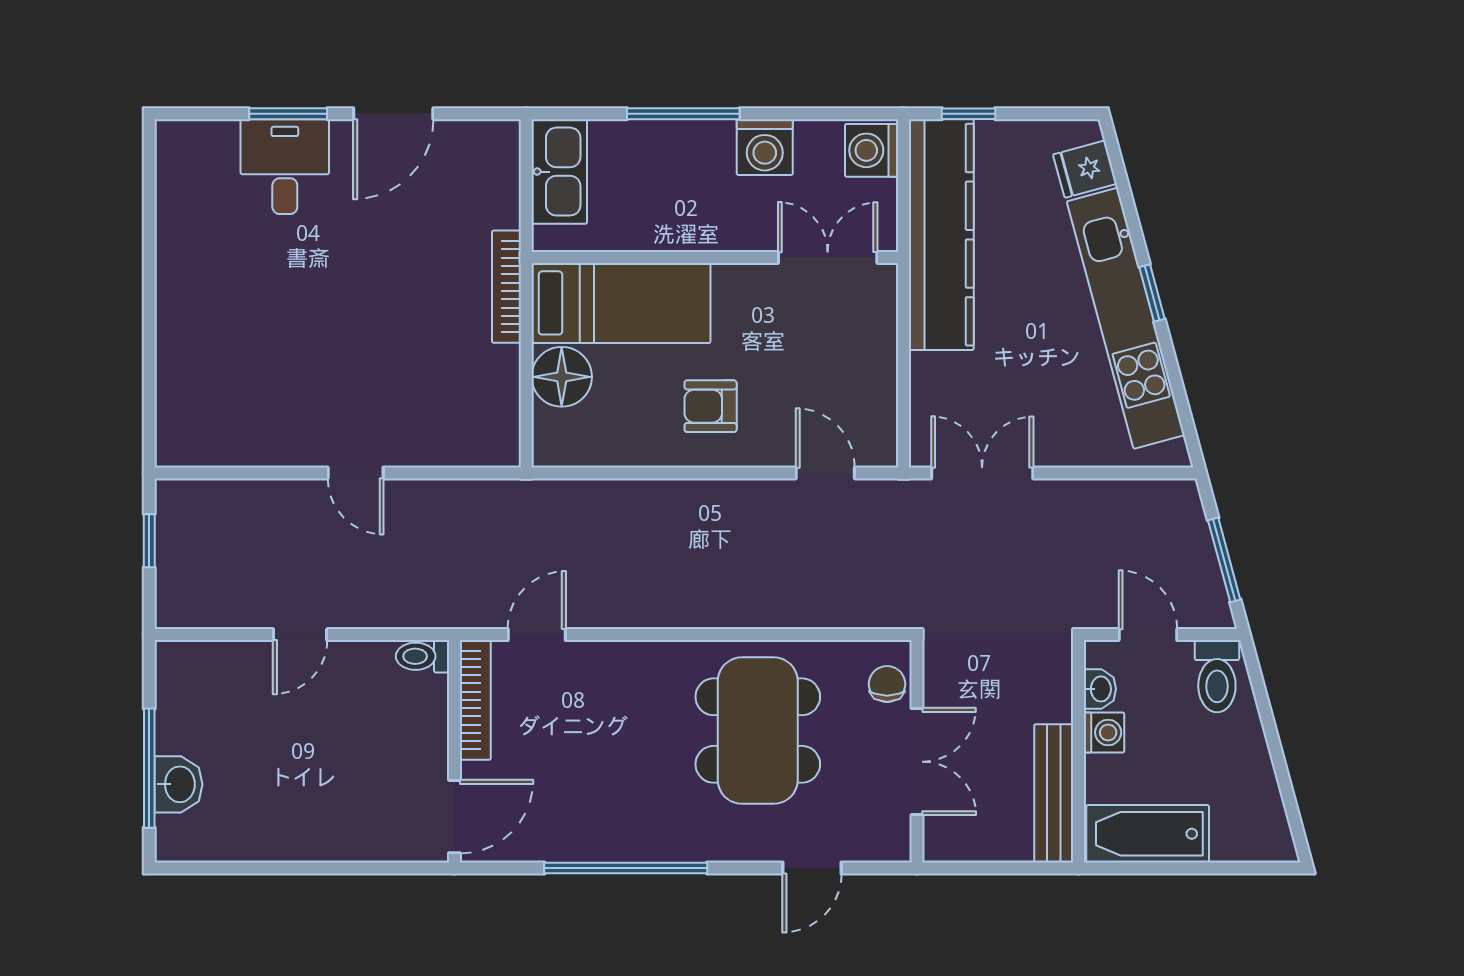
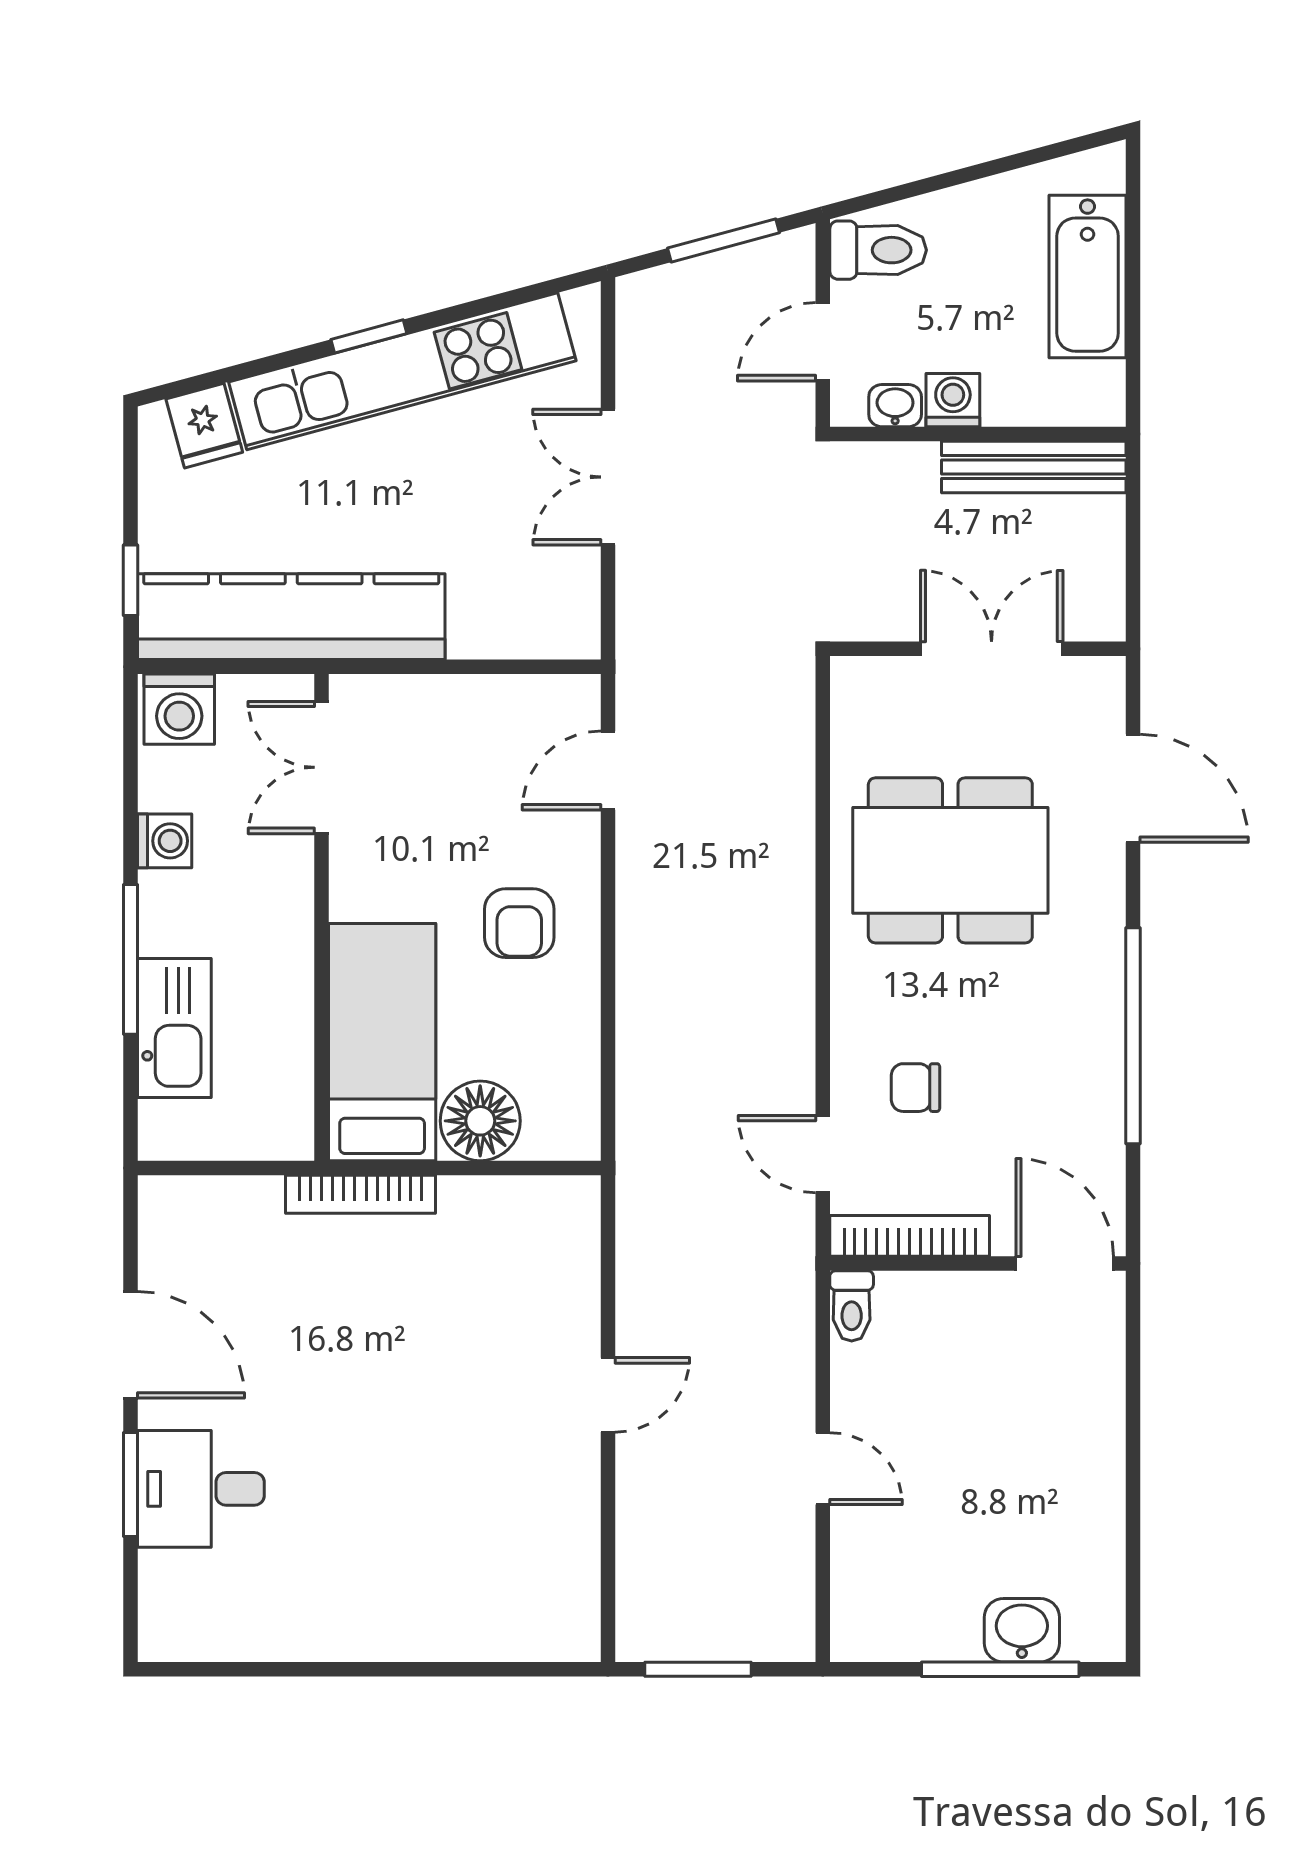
washing machine: (765, 147) -> (165, 841), width x0.73, depth x0.73
kitchen sink: (559, 172) -> (174, 1028), moved, turned 90
double door: (982, 473) -> (608, 477), moved
window: (149, 541) -> (698, 1669), width x1.50
chair: (887, 684) -> (916, 1088), moved
bathtub: (1148, 834) -> (1088, 277), moved
door: (812, 868) -> (1133, 788), width x1.38

